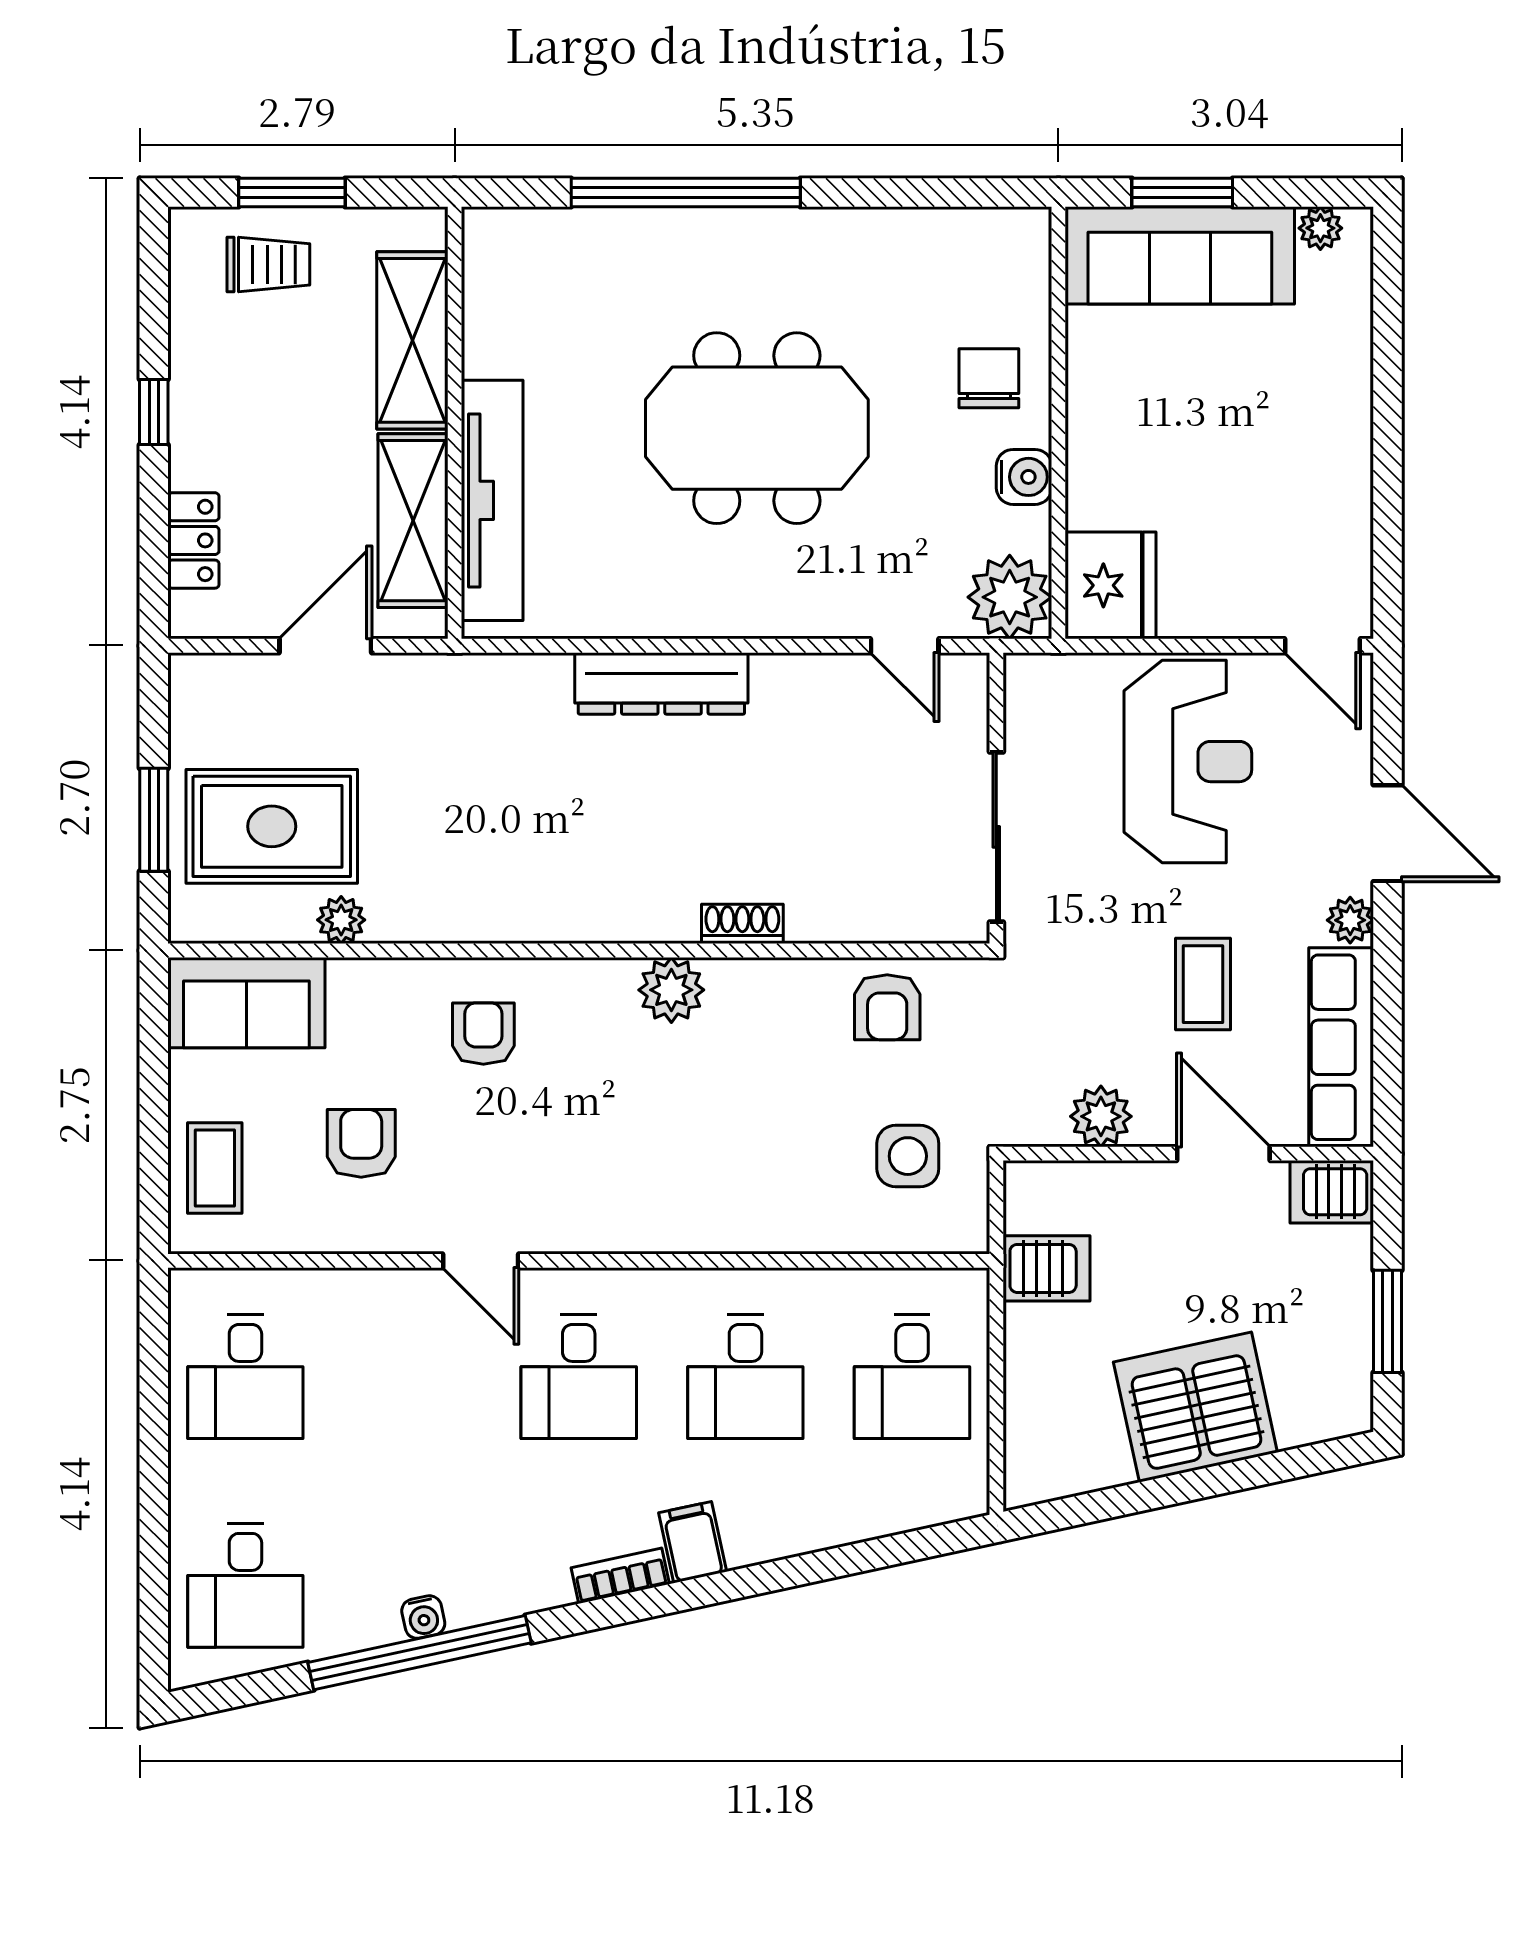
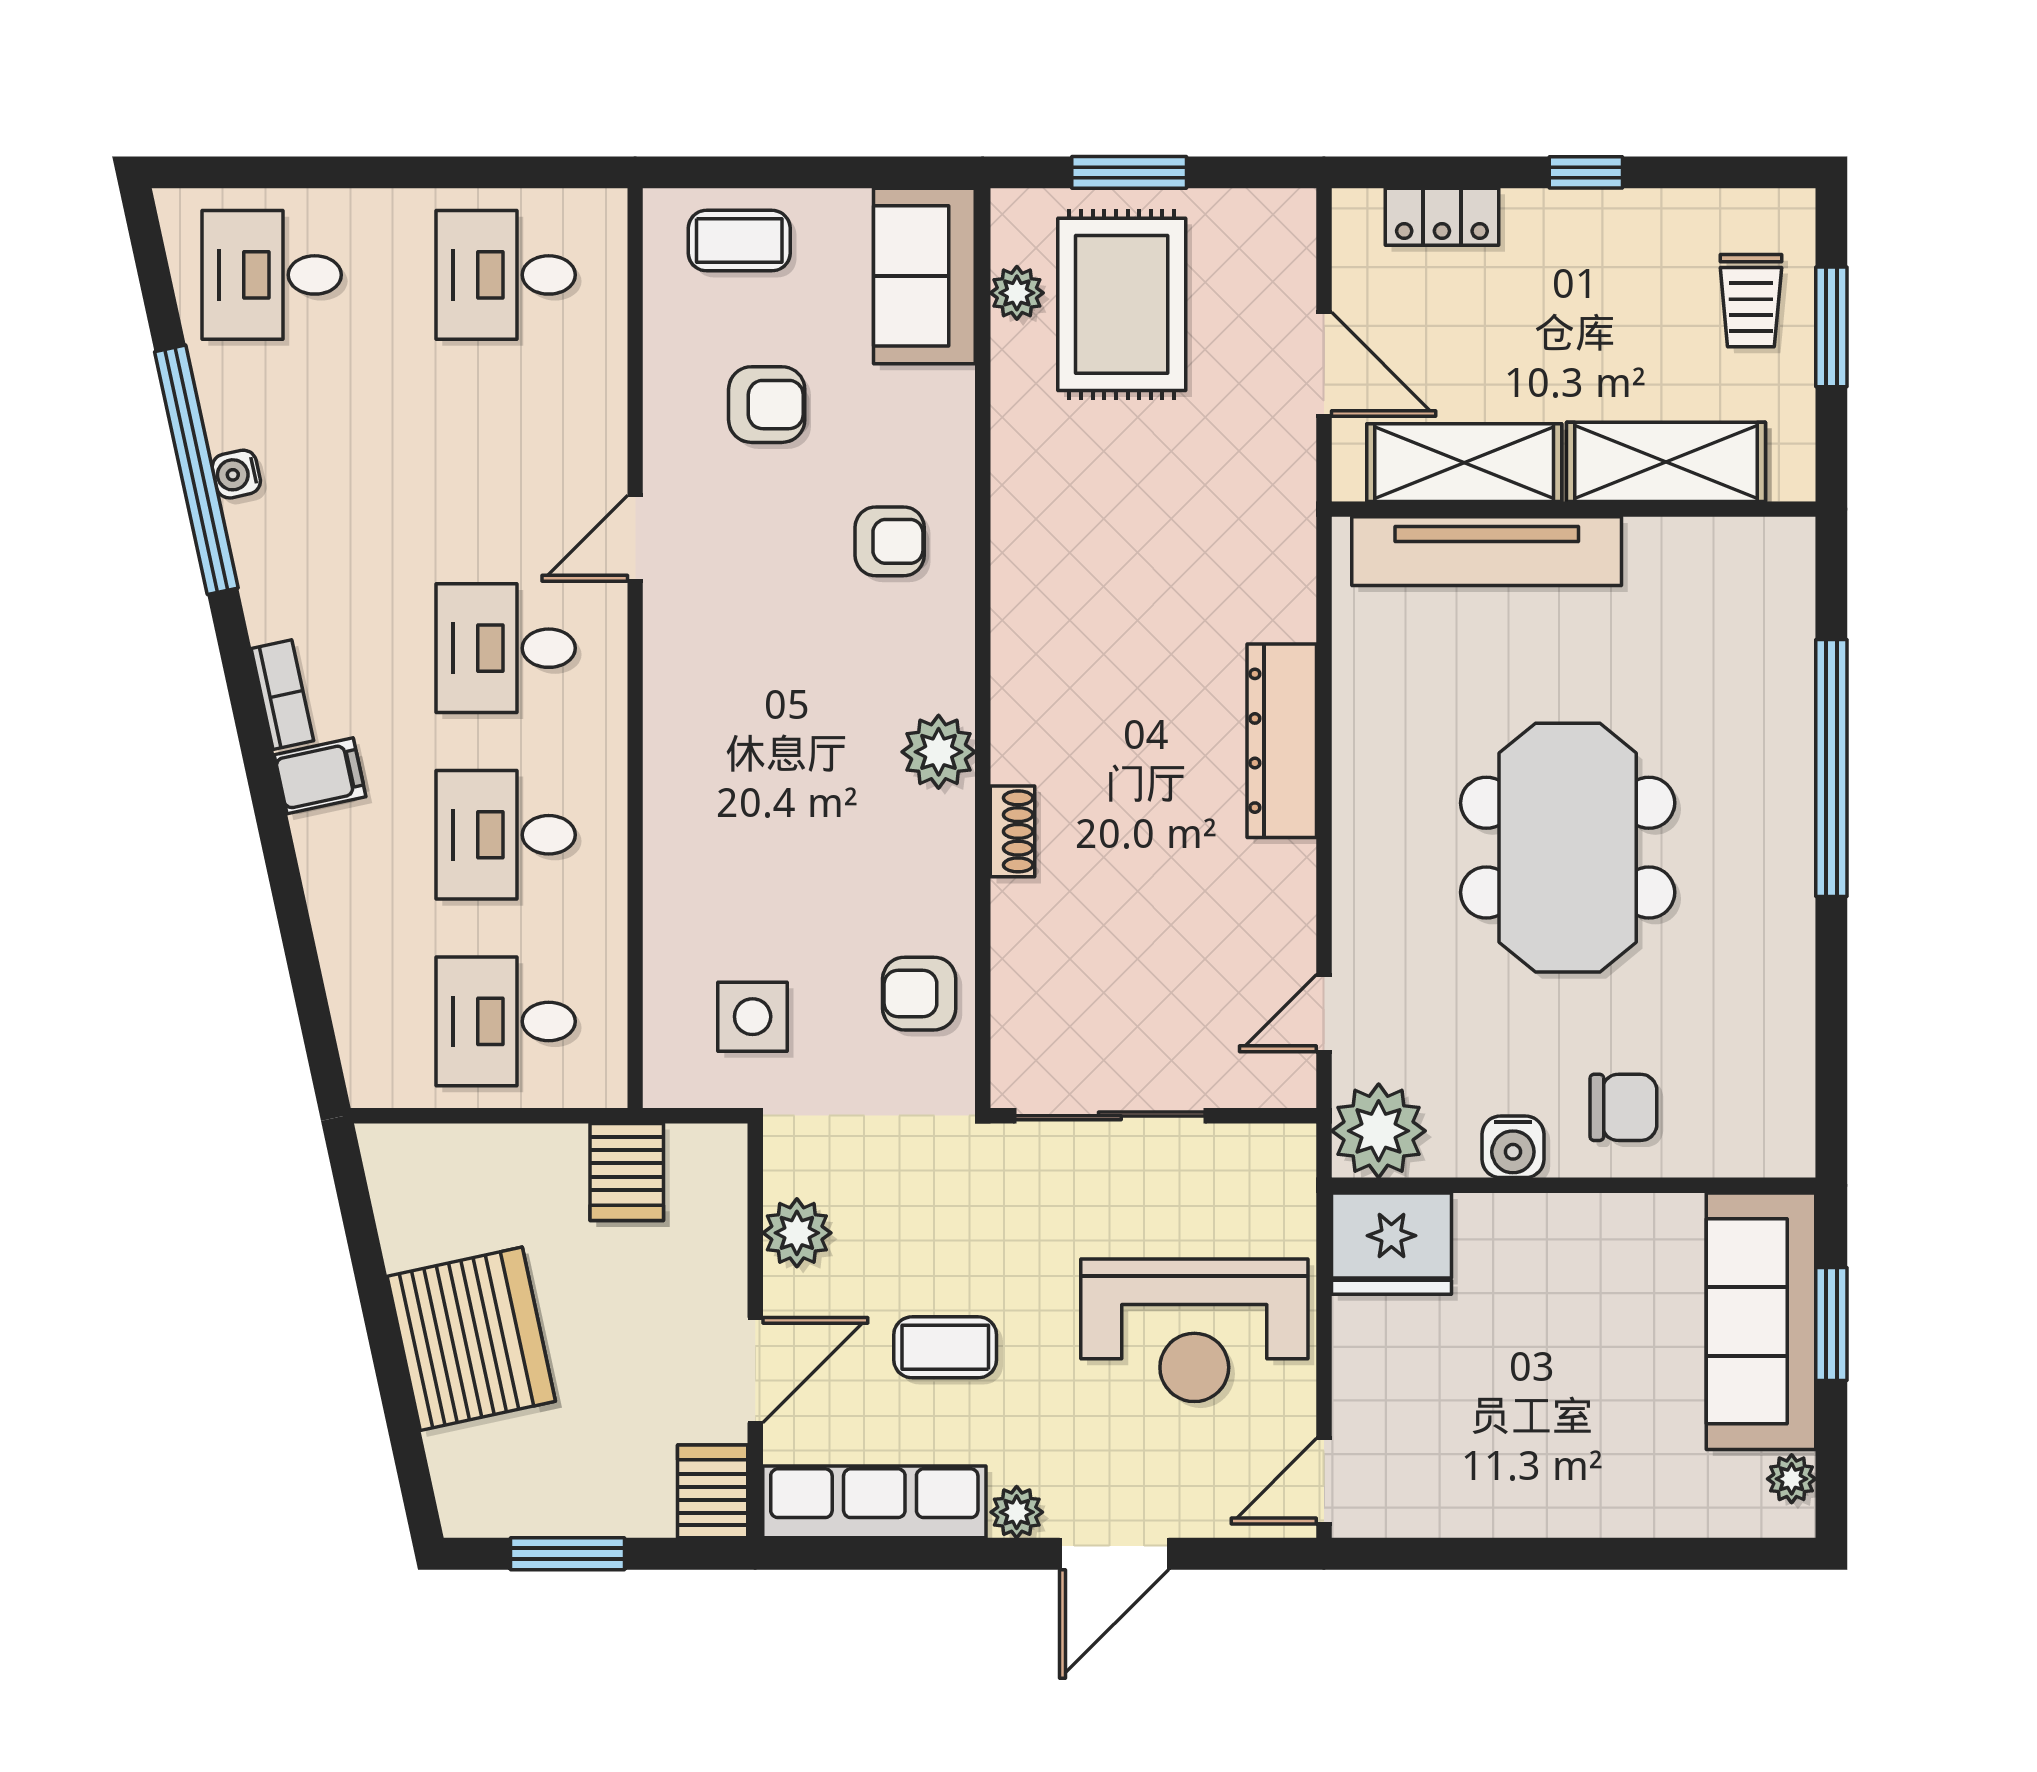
plant: (341, 920) -> (1017, 293), moved

